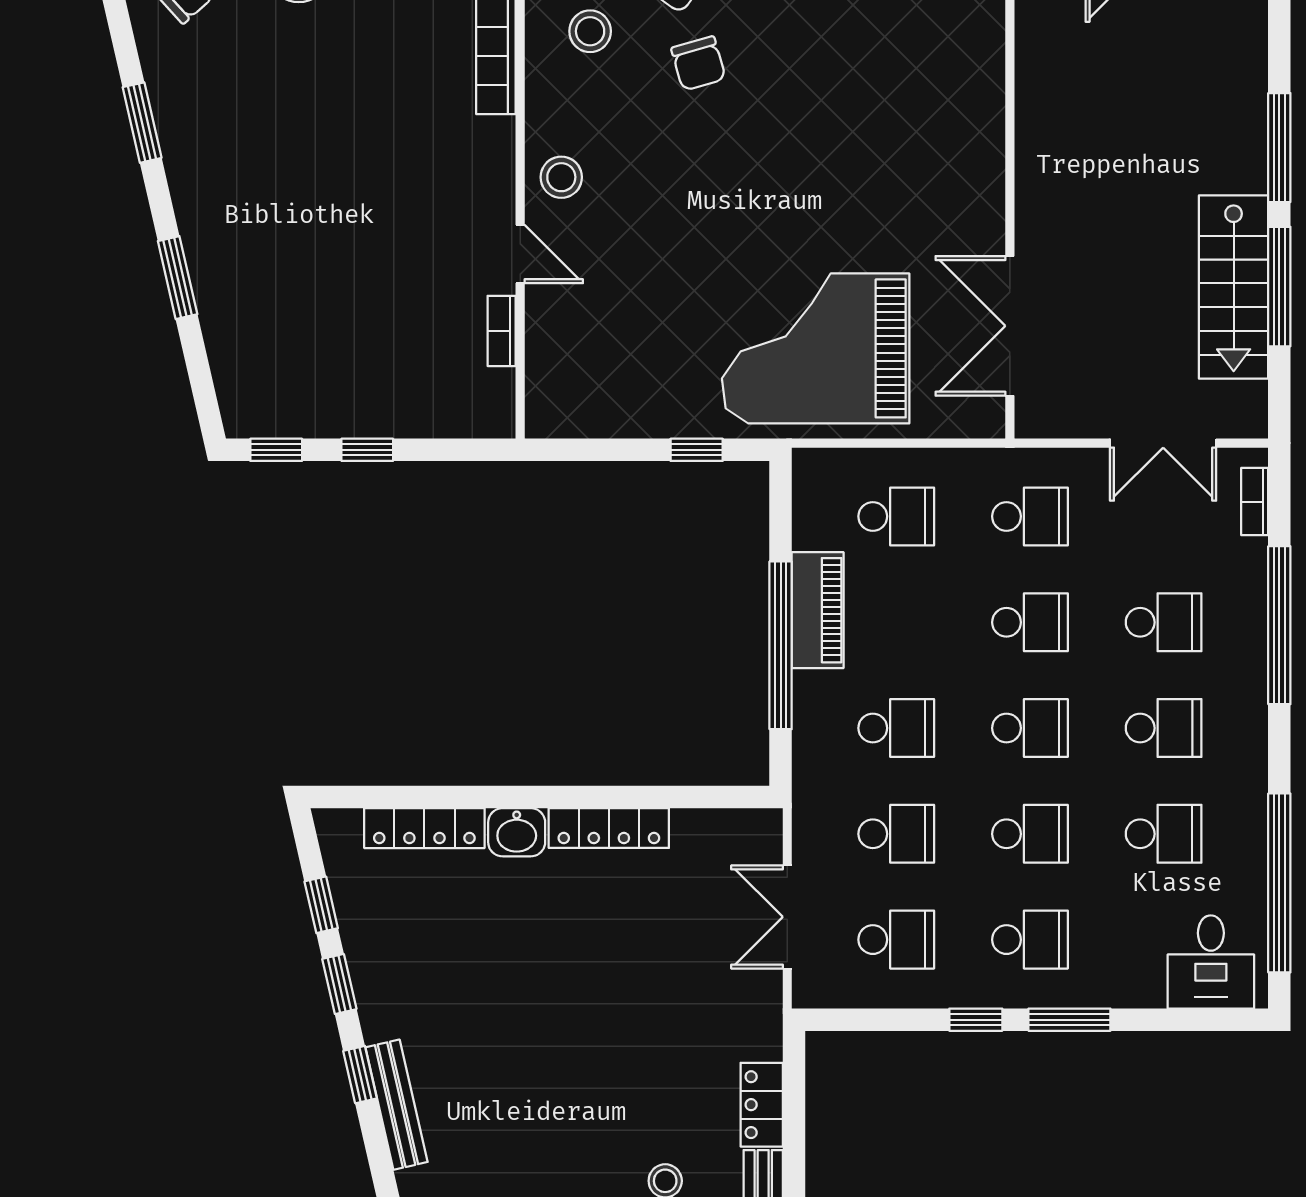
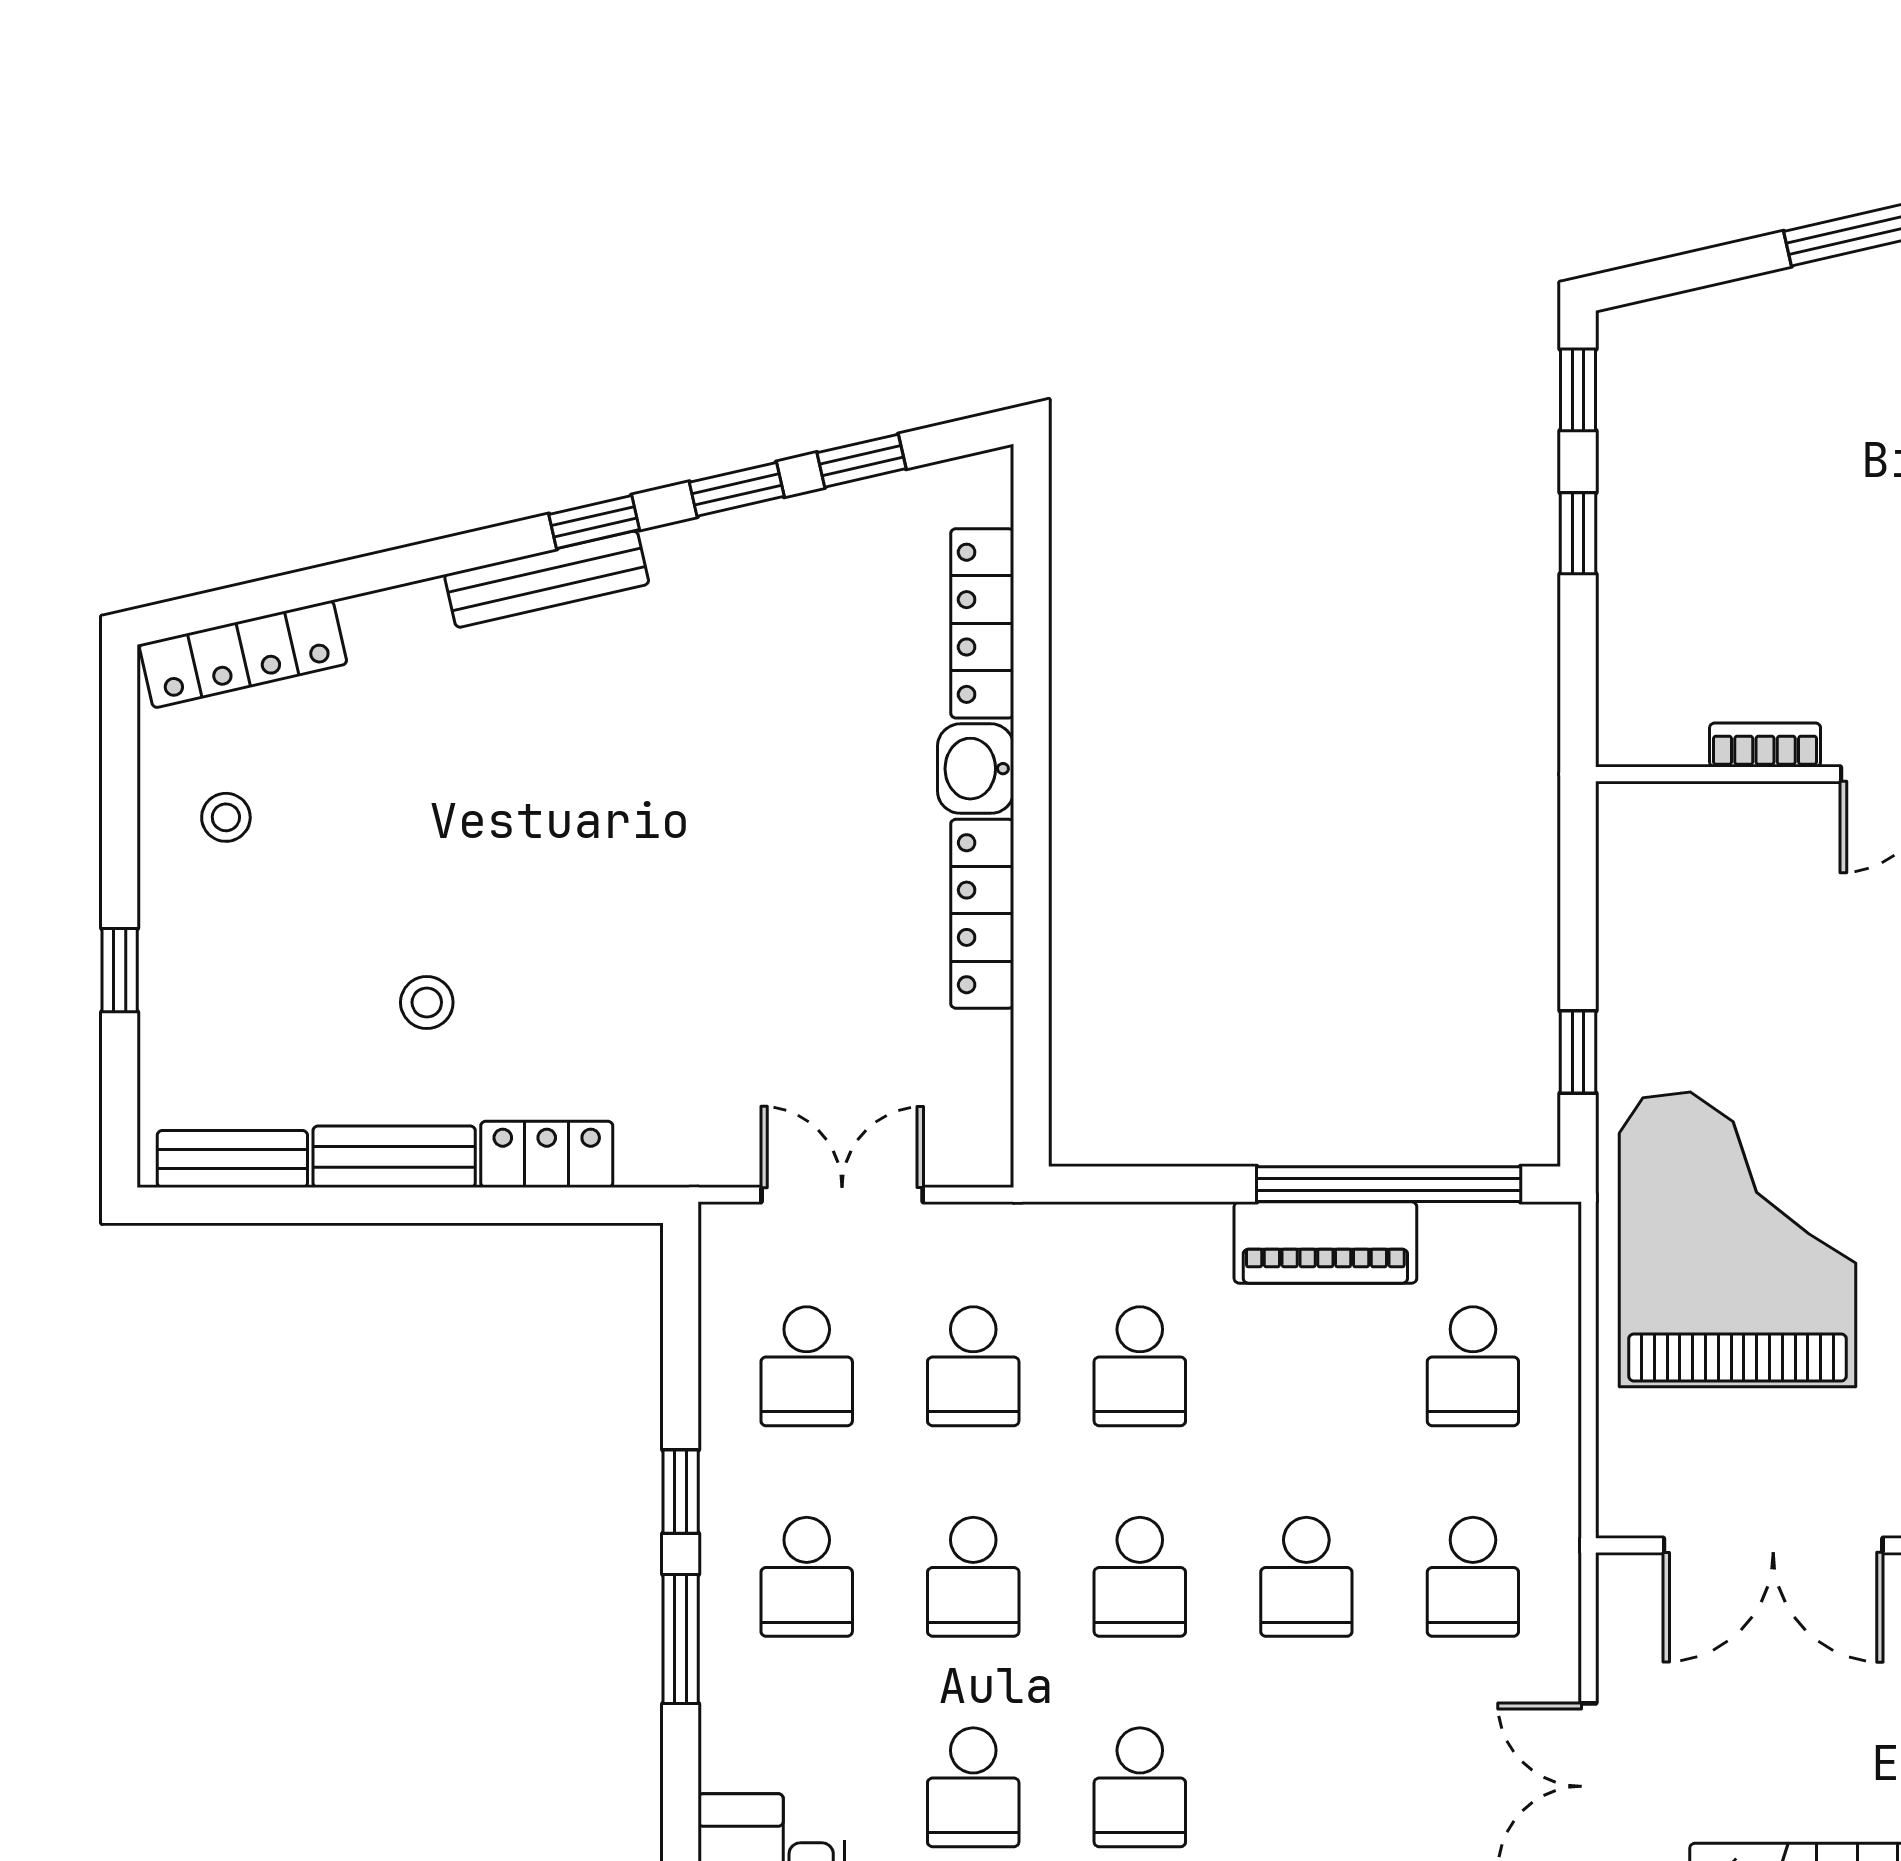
double door: (1010, 326) -> (1773, 1545), swing flipped
school desk: (1164, 622) -> (1306, 1787), removed
window: (781, 645) -> (1389, 1184), moved

